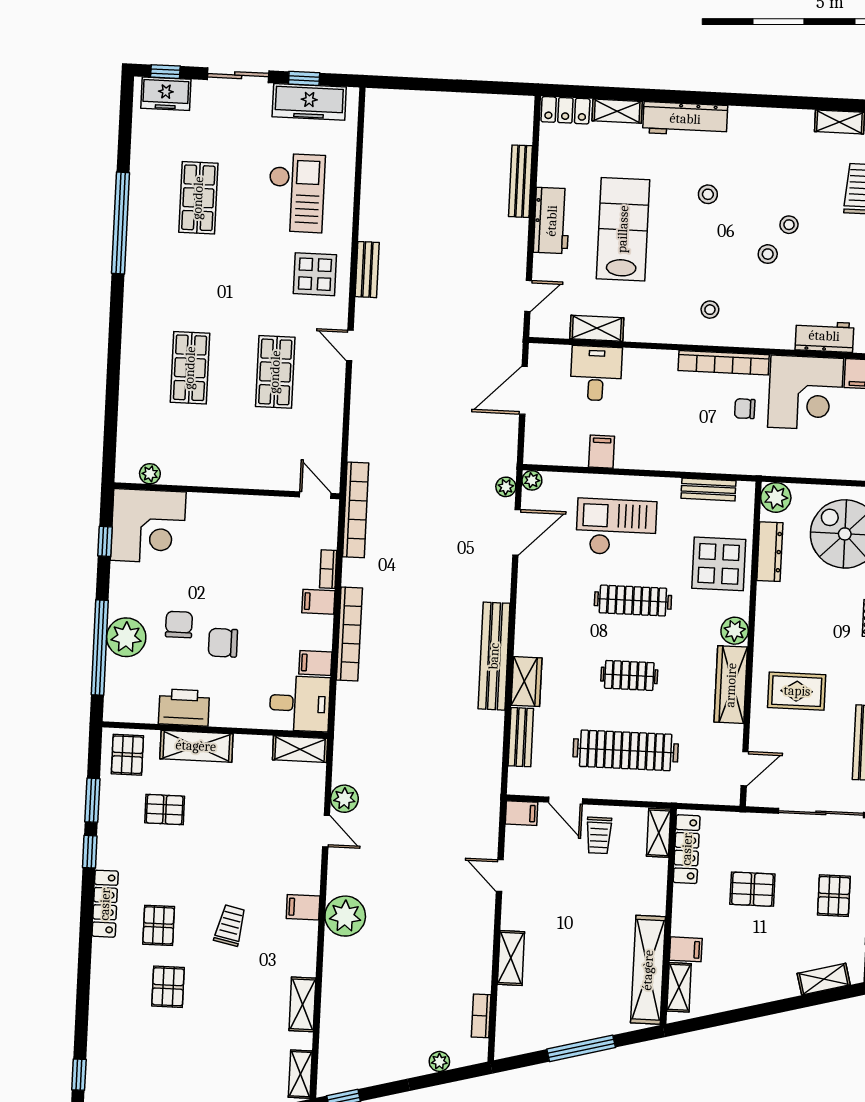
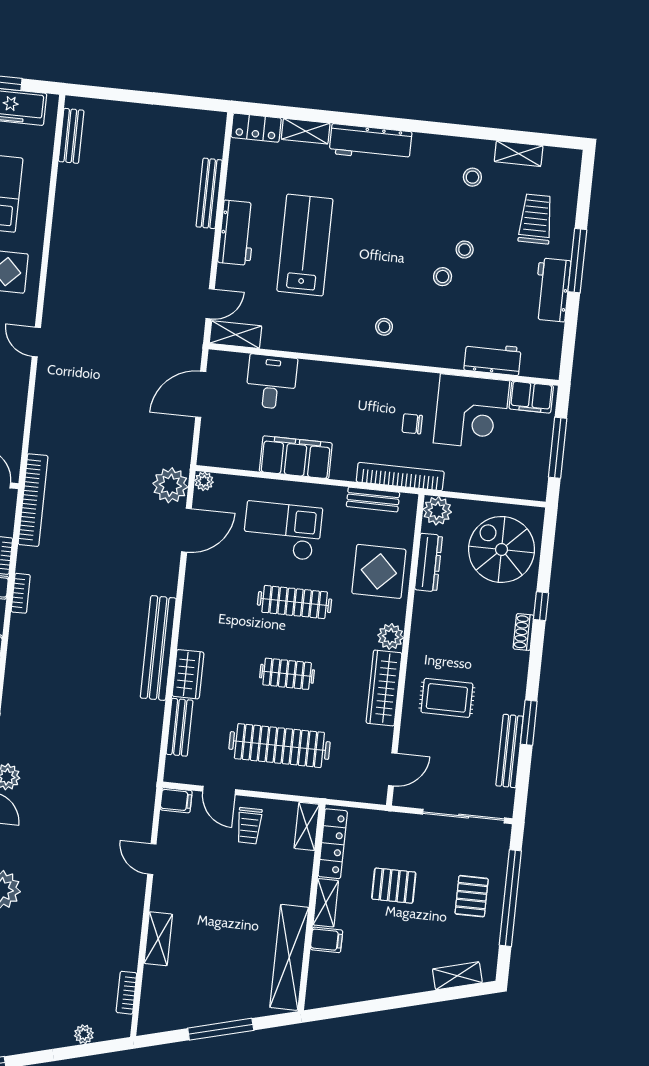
stool: (708, 194) -> (472, 177), moved
bench: (367, 270) -> (71, 136), moved
shelving: (597, 328) -> (236, 335), moved
bookcase: (724, 363) -> (400, 477), moved, turned 180
filing cabinet: (602, 452) -> (296, 457), width x3.00, depth x1.17
plant: (506, 487) -> (170, 485), width x1.88, depth x1.88
bookcase: (349, 634) -> (21, 593), width x0.43, depth x0.76
shelving: (679, 987) -> (326, 903), moved

